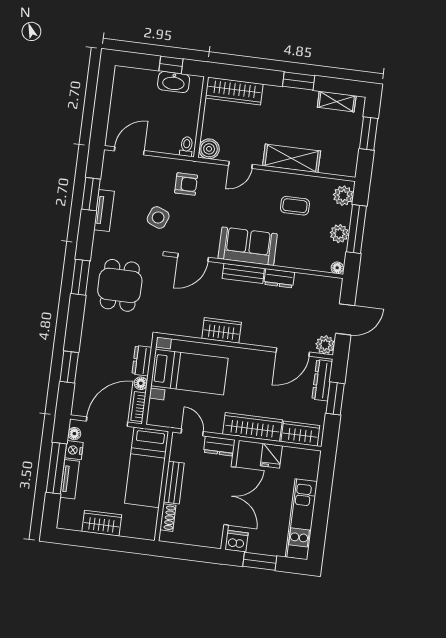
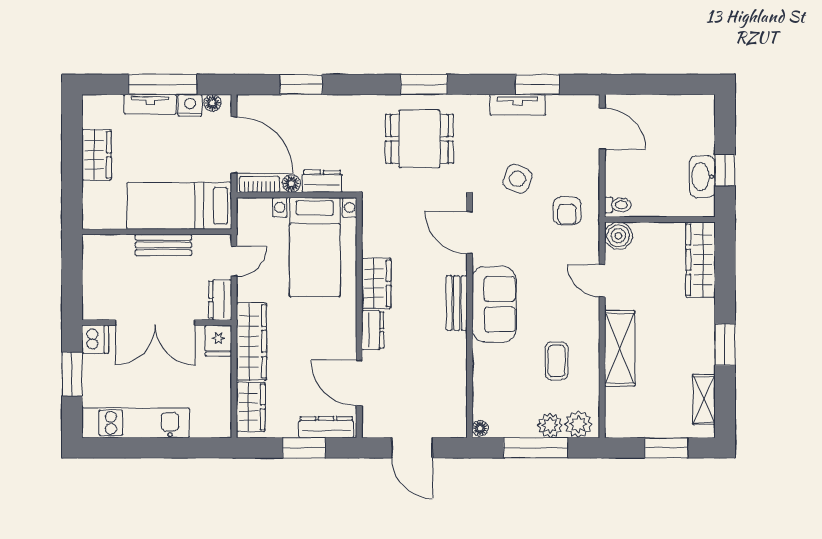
plant: (339, 234) -> (550, 425), moved
dresser: (279, 278) -> (373, 330), moved, turned 180
plant: (325, 345) -> (374, 425), removed
fridge: (271, 456) -> (218, 341), moved, turned -90
shoe rack: (168, 518) -> (115, 243), removed

